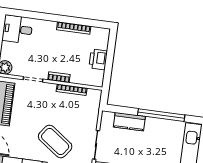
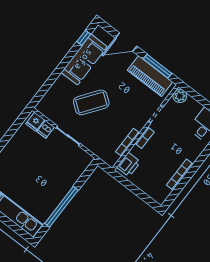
printer: (98, 59) -> (129, 164), moved, turned 90
kitchen counter: (129, 122) -> (72, 176), removed

